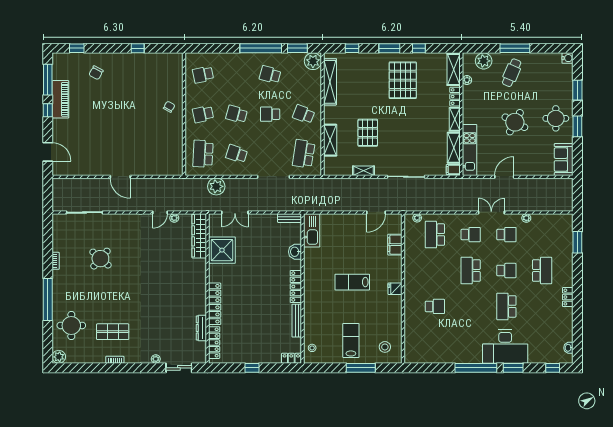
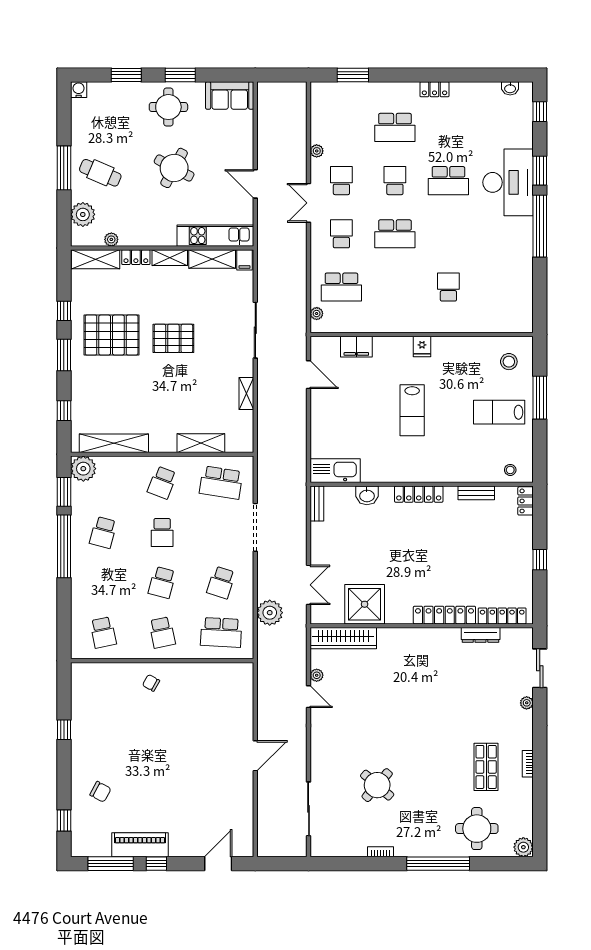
pallet: (368, 133) -> (173, 338), moved
school desk: (542, 271) -> (395, 127), turned 180
bench: (297, 321) -> (476, 493), width x0.73

